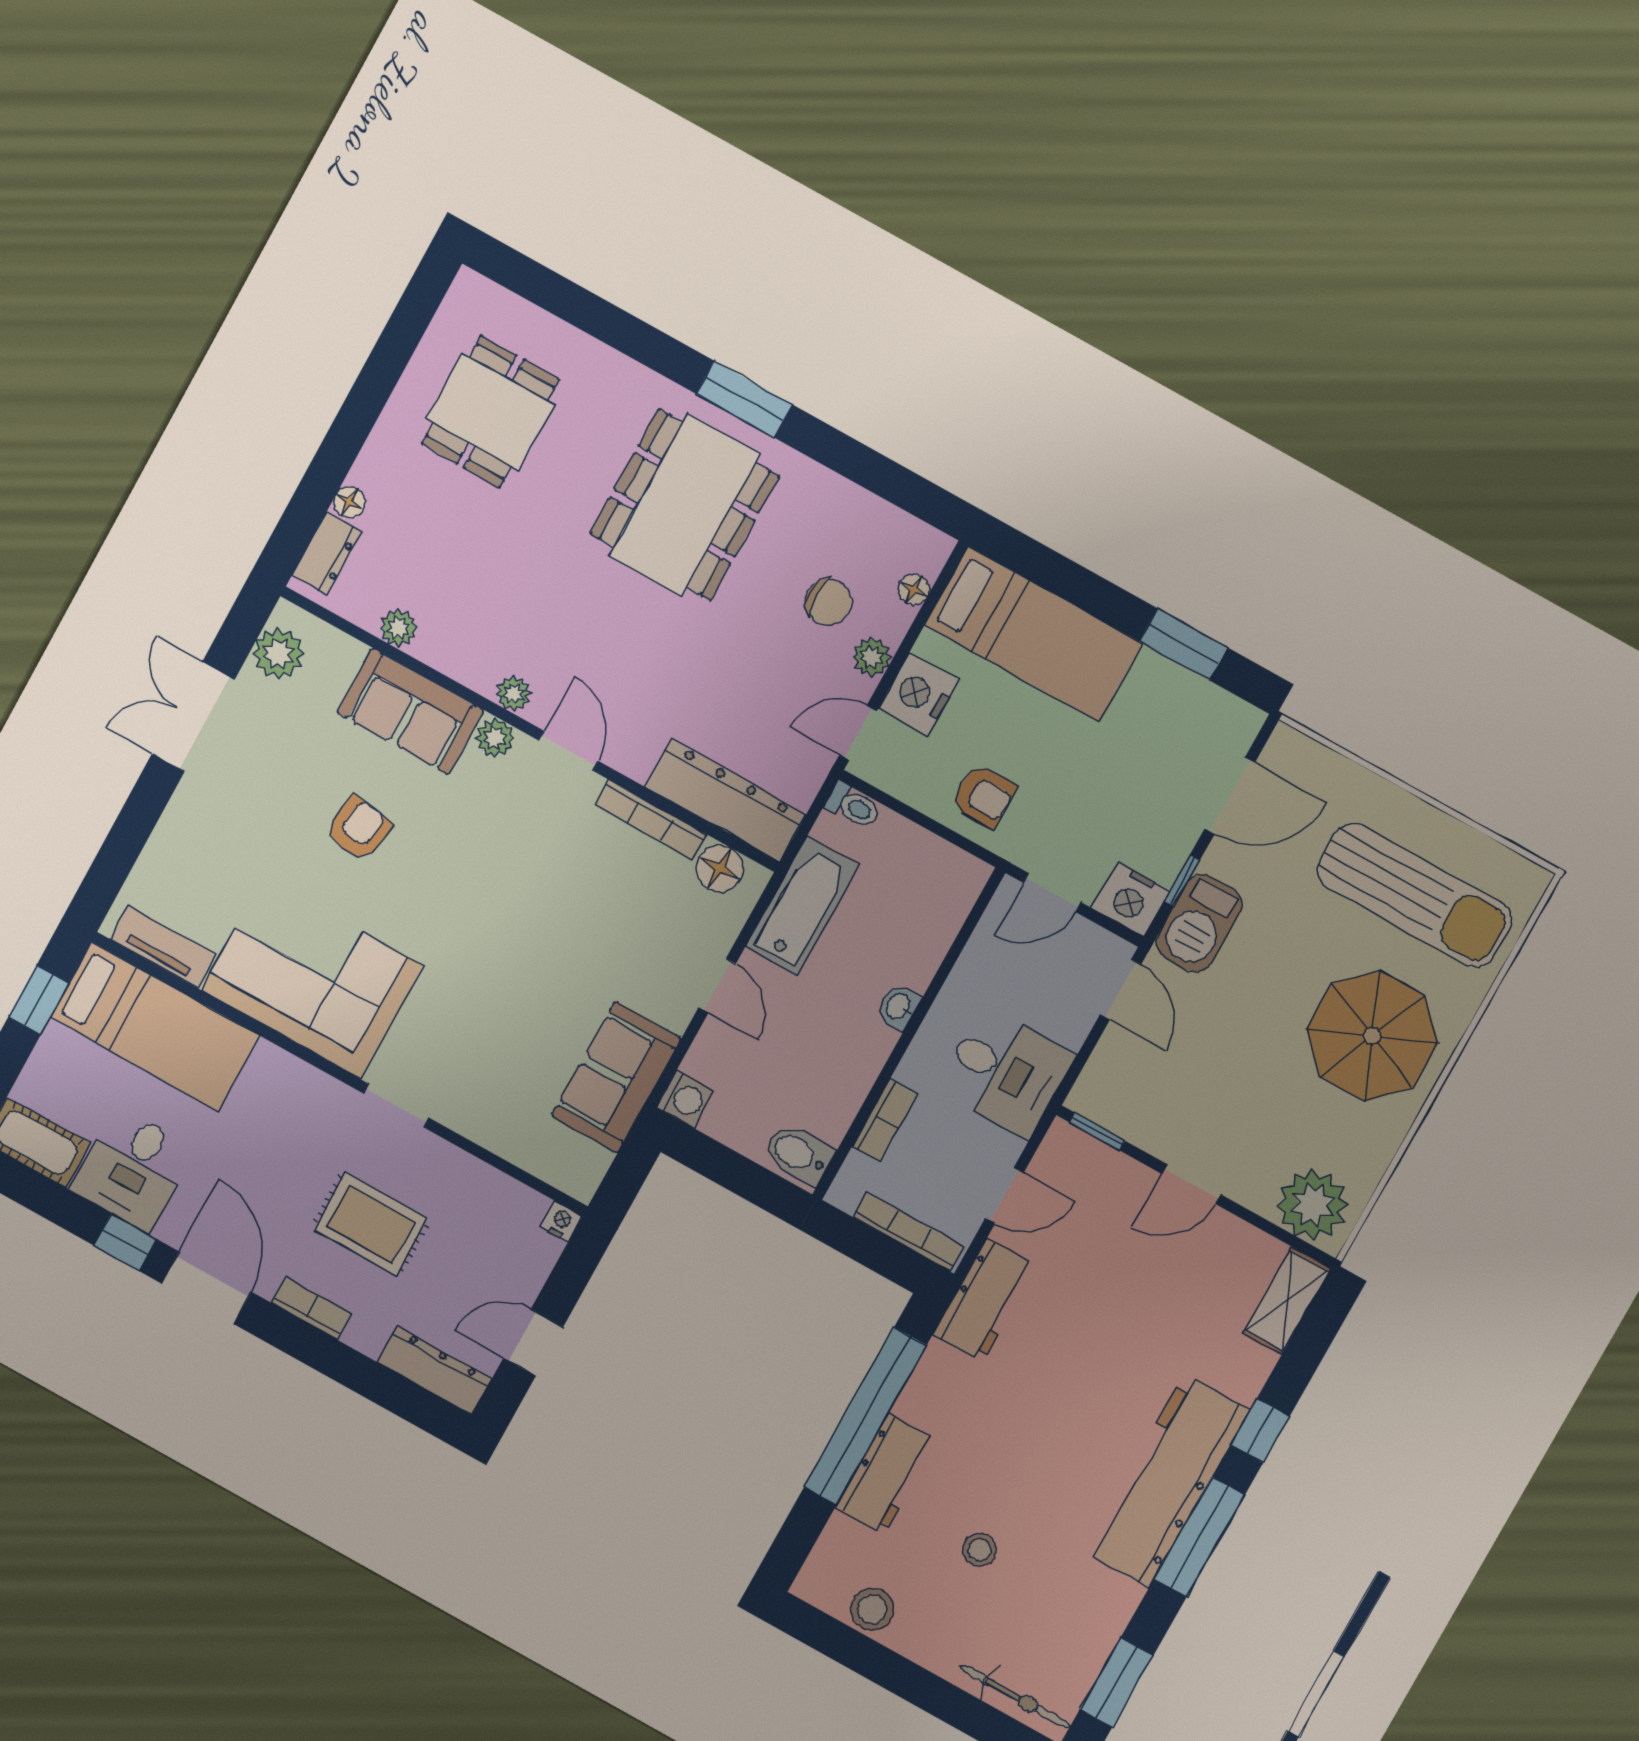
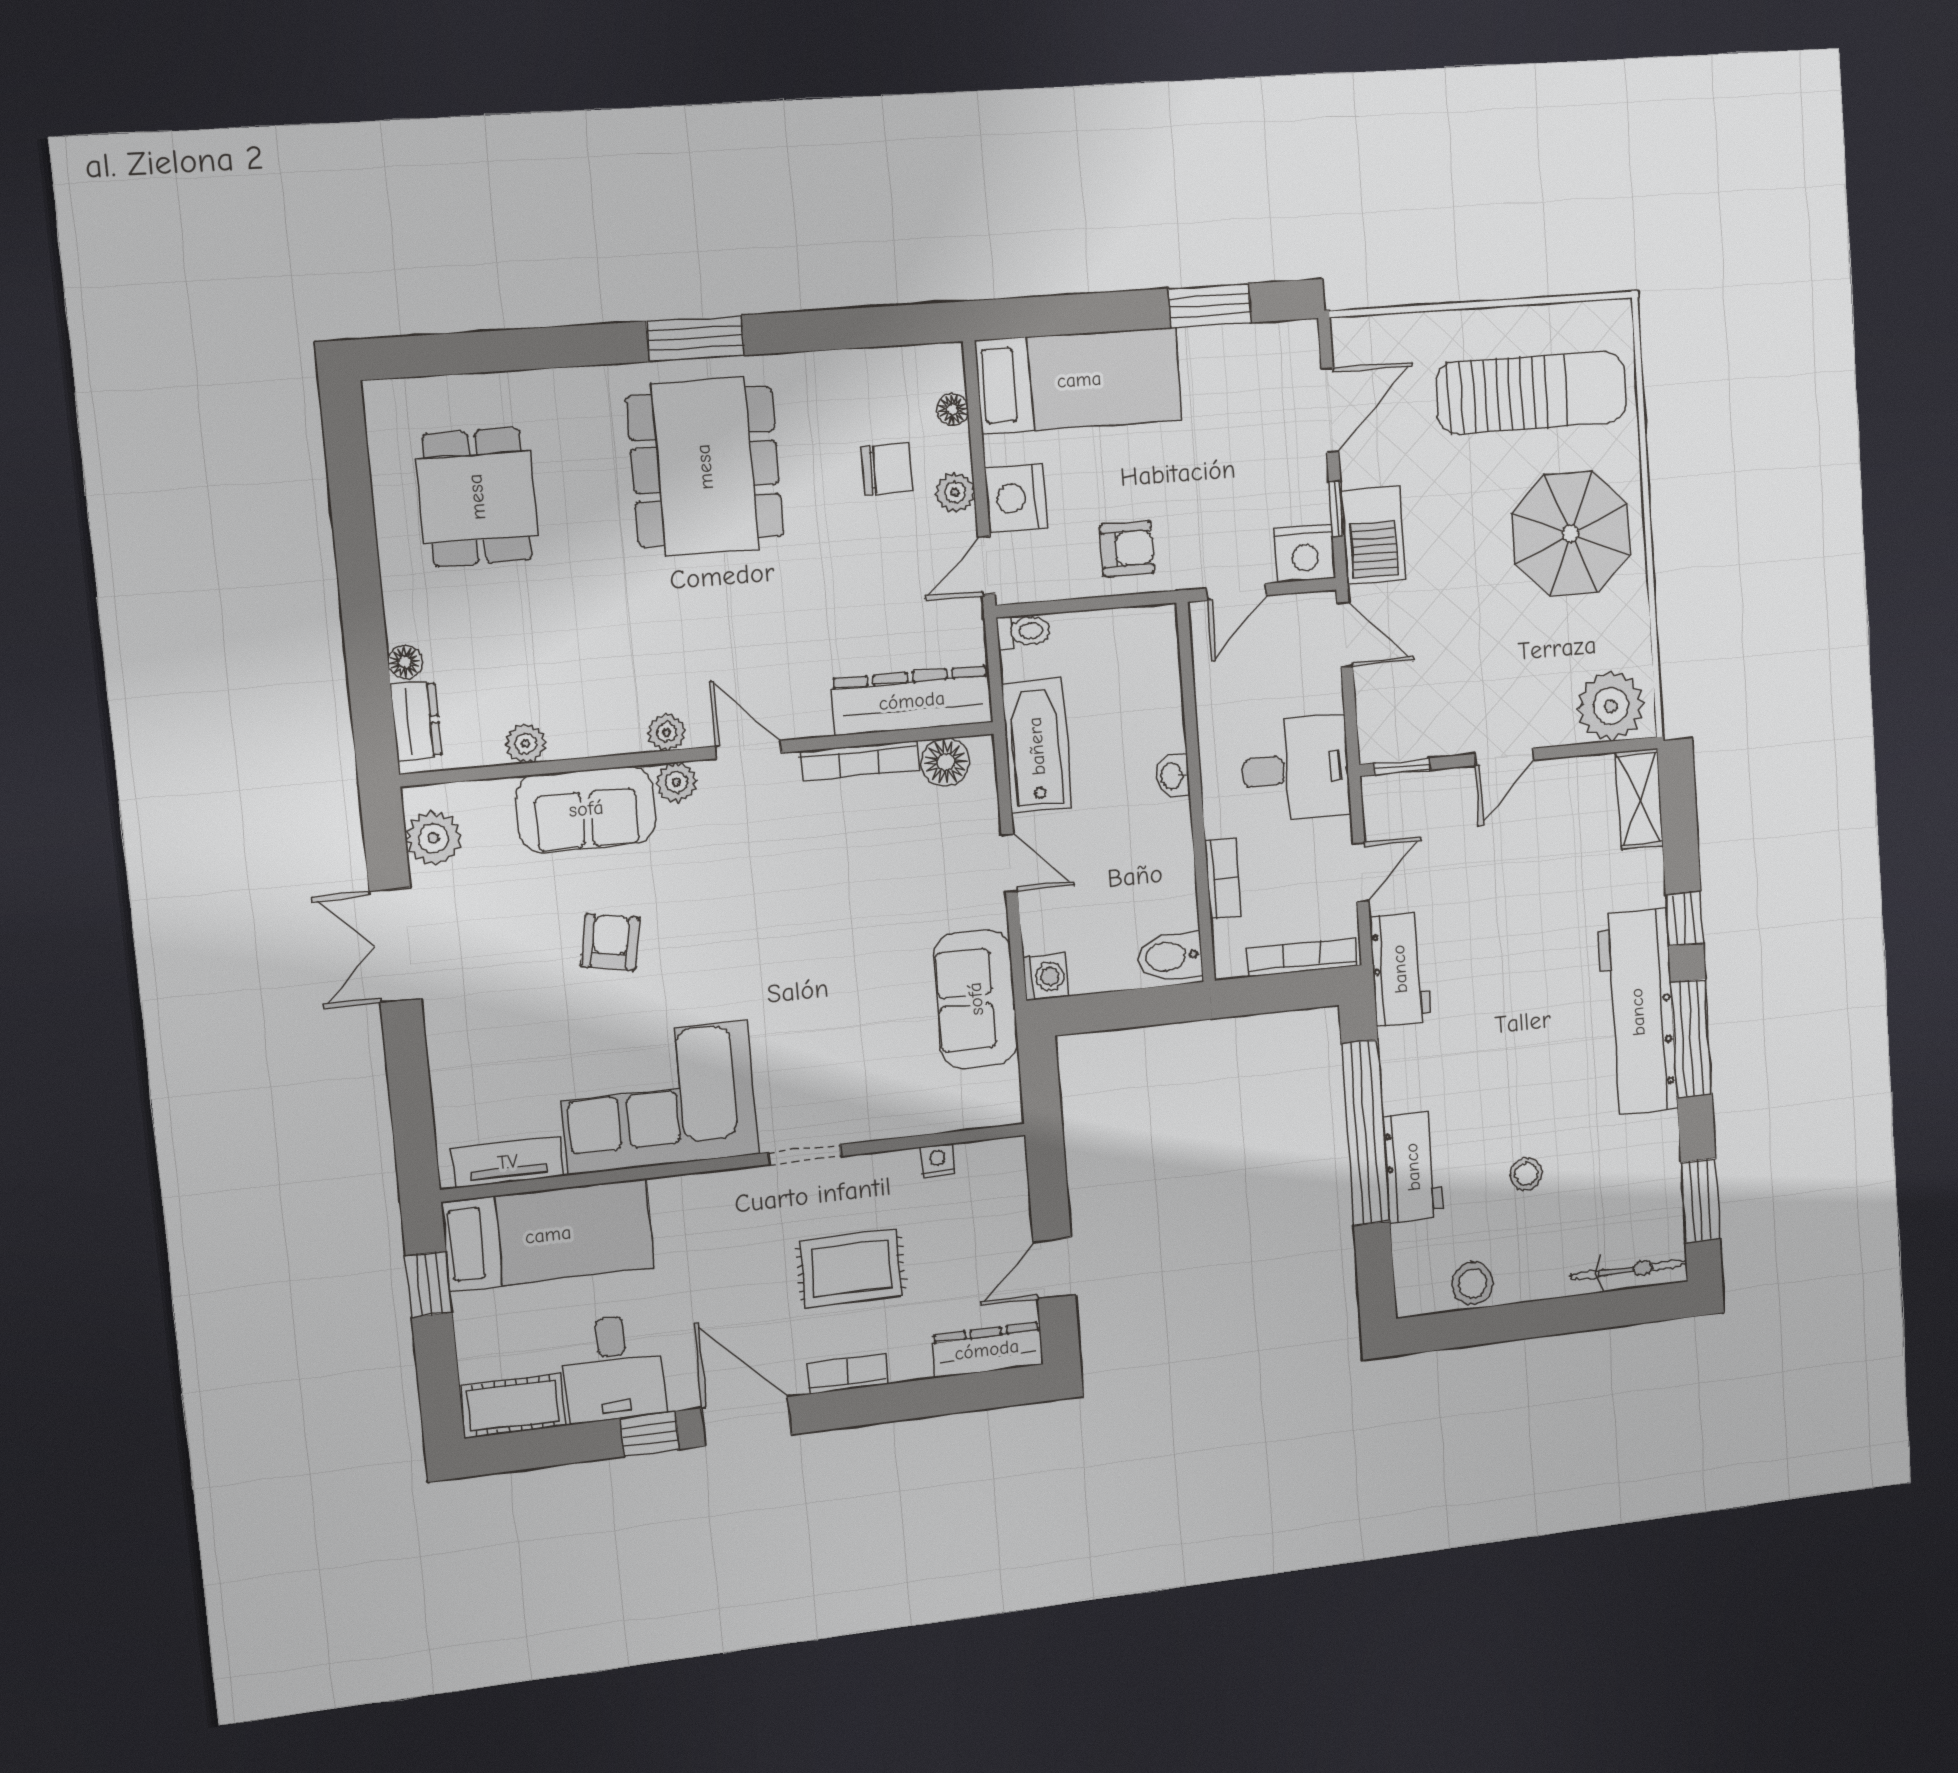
nightstand: (561, 1221) -> (938, 1160), moved

